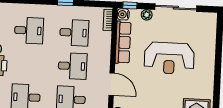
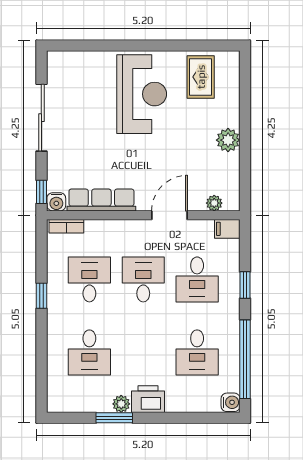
plant: (147, 15) -> (55, 164), removed
desk: (29, 30) -> (89, 352), turned 180
reception desk: (169, 58) -> (142, 94), moved

